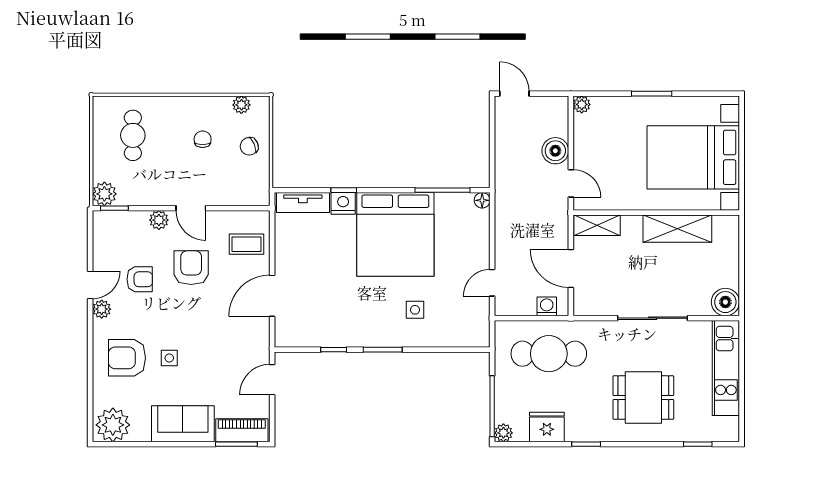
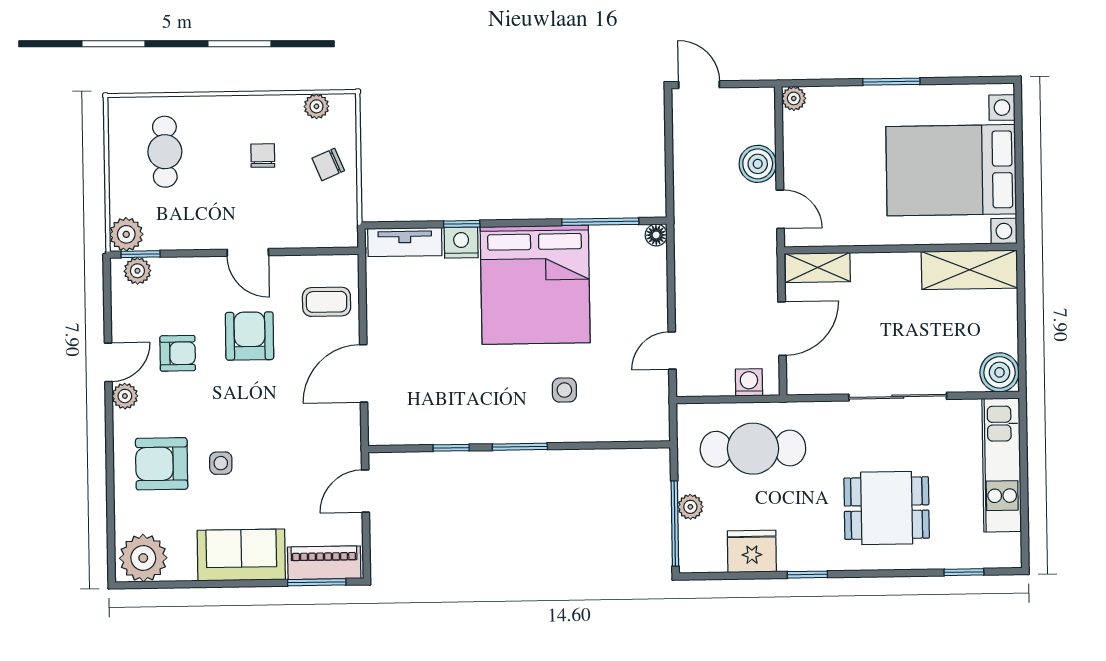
plant: (159, 220) -> (137, 271), moved
shelving: (677, 229) -> (969, 270), moved
door: (571, 268) -> (782, 329), swing flipped
plant: (503, 433) -> (690, 507), moved

